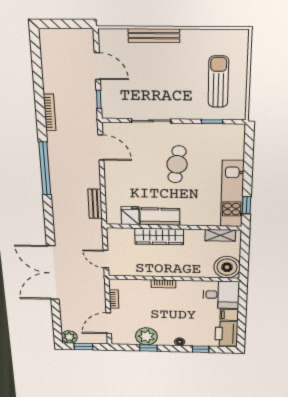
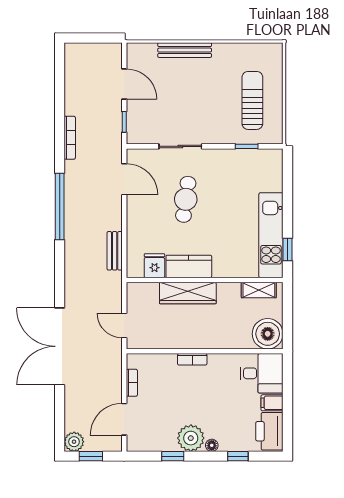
cafe table: (177, 164) -> (186, 199), moved
plant: (146, 336) -> (191, 438), moved

